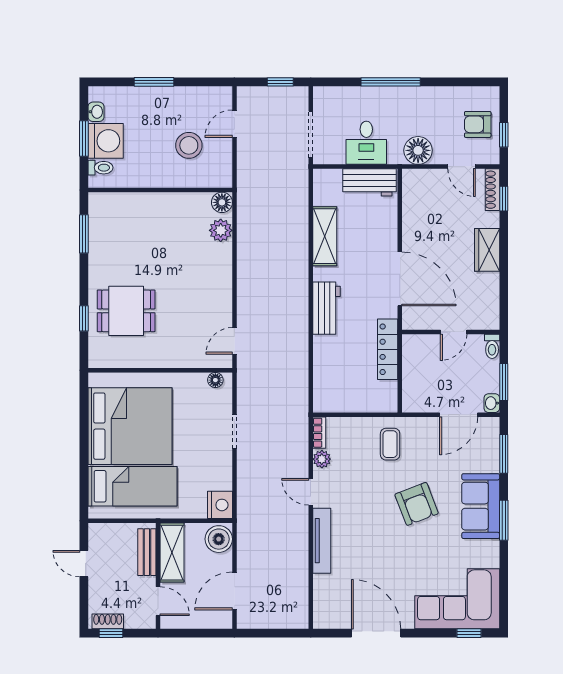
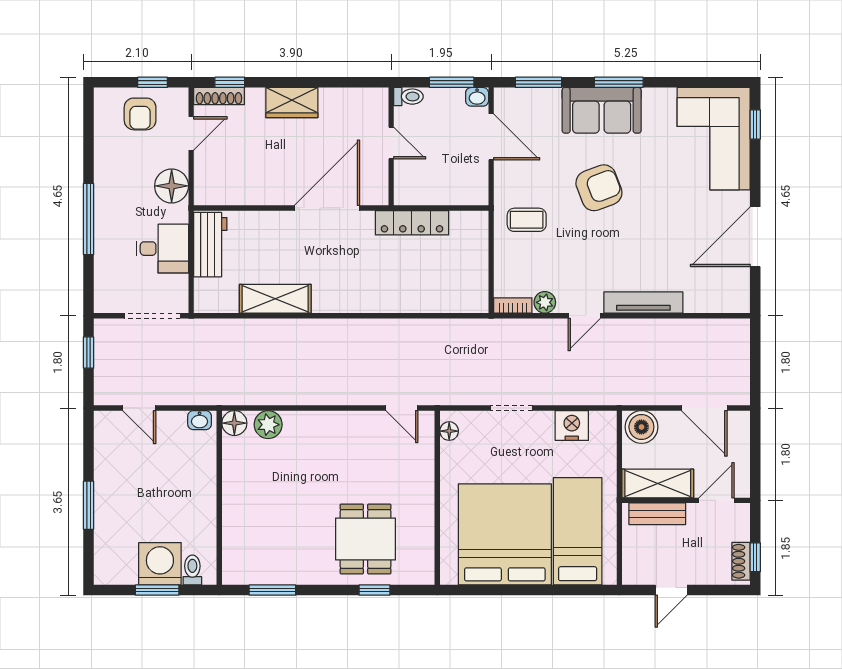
washbasin: (96, 112) -> (200, 420), moved, turned 180
stool: (189, 145) -> (165, 463), removed
workbench: (326, 308) -> (362, 297), removed
nightstand: (220, 505) -> (572, 426), moved

